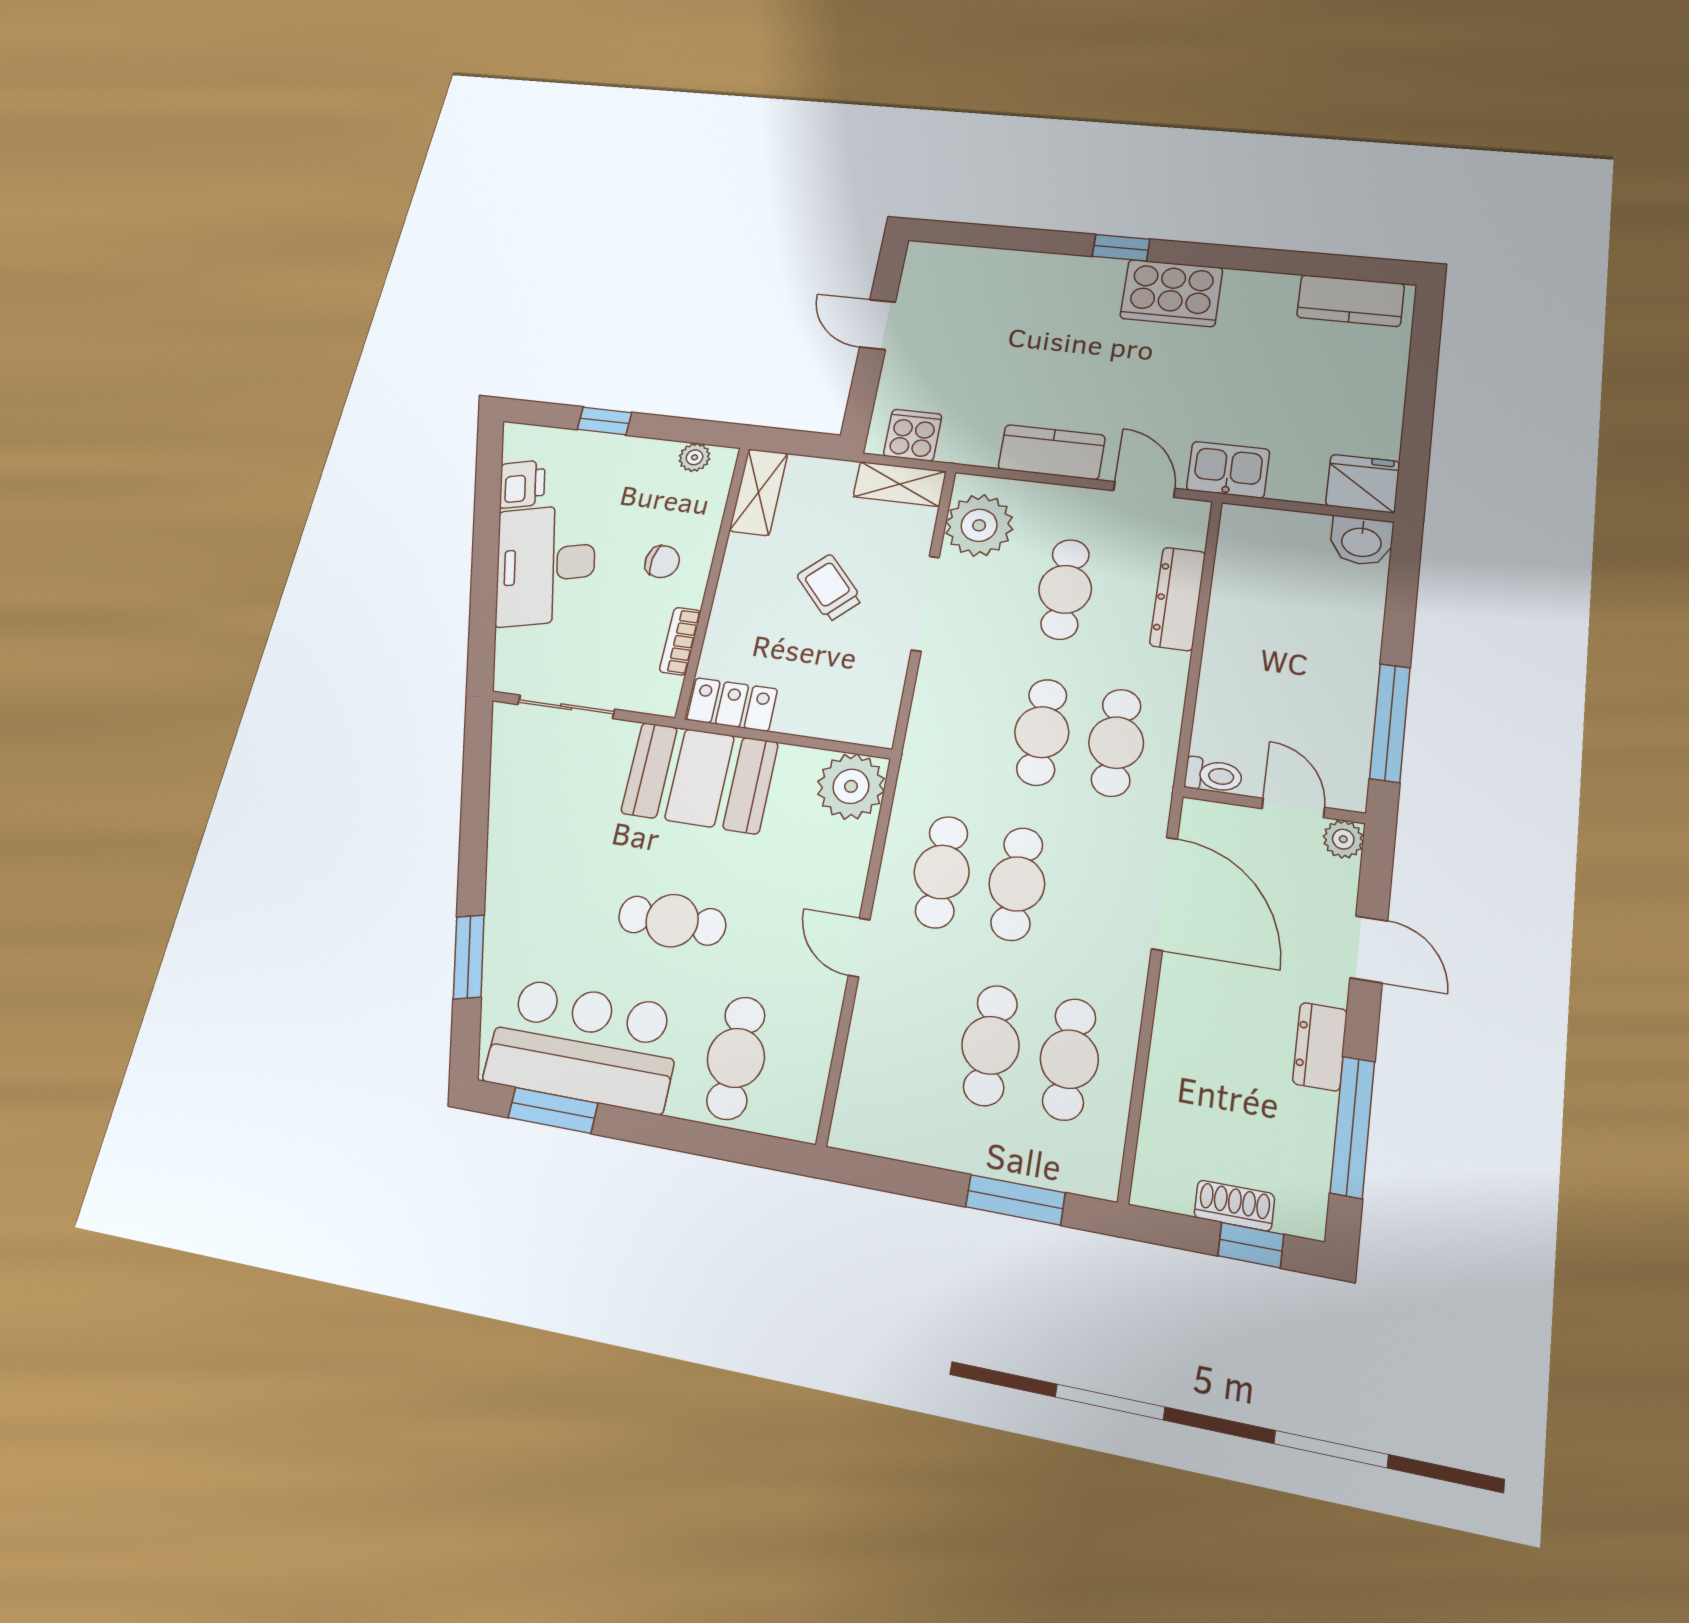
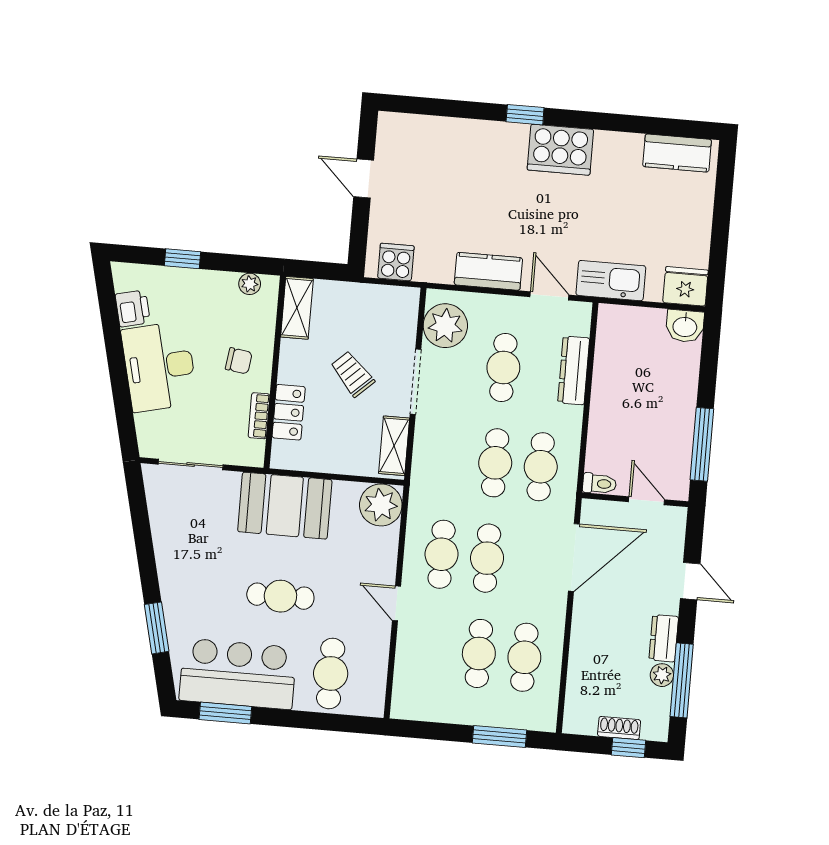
kitchen sink: (1228, 470) -> (611, 281), width x1.38
shelving: (900, 484) -> (394, 446), moved, turned 90
locker: (732, 704) -> (289, 412), moved, turned 90
plant: (1343, 839) -> (662, 675), moved
door: (1165, 893) -> (574, 557), hinge flipped

